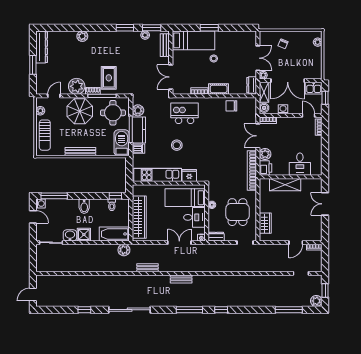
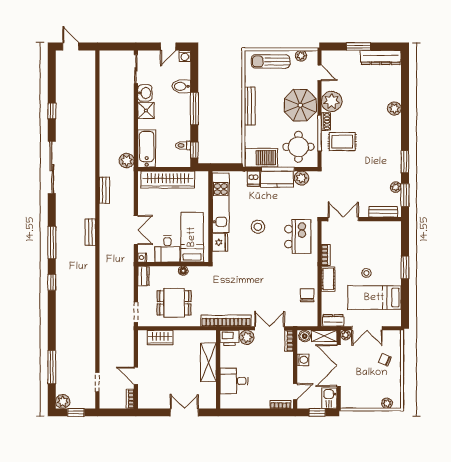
bed: (193, 40) -> (374, 298), moved, turned 90
window: (54, 196) -> (194, 109), moved
bidet: (84, 206) -> (181, 86), moved

